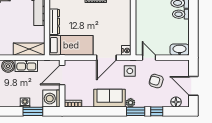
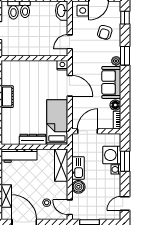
side table: (130, 71) -> (83, 11), moved
door: (62, 75) -> (87, 131), swing flipped
armchair: (156, 81) -> (105, 32), moved
washing machine: (51, 99) -> (112, 155), moved, turned 90
floor lamp: (176, 102) -> (115, 105), moved
window: (157, 111) -> (125, 18), moved

